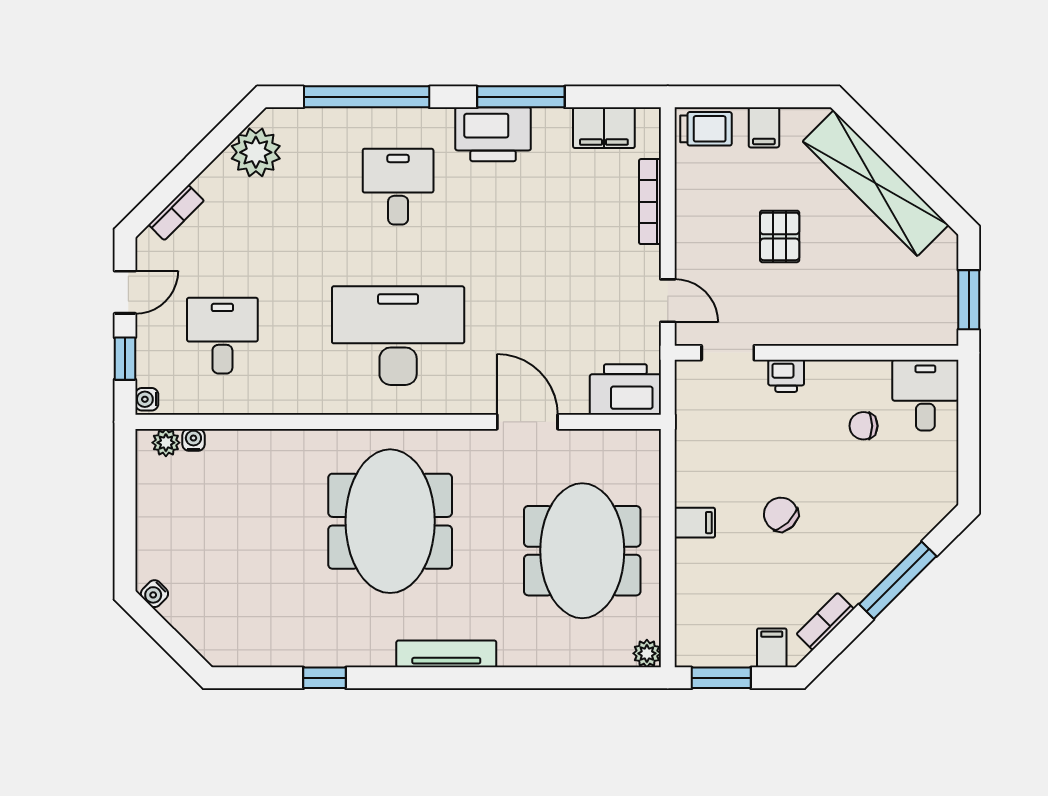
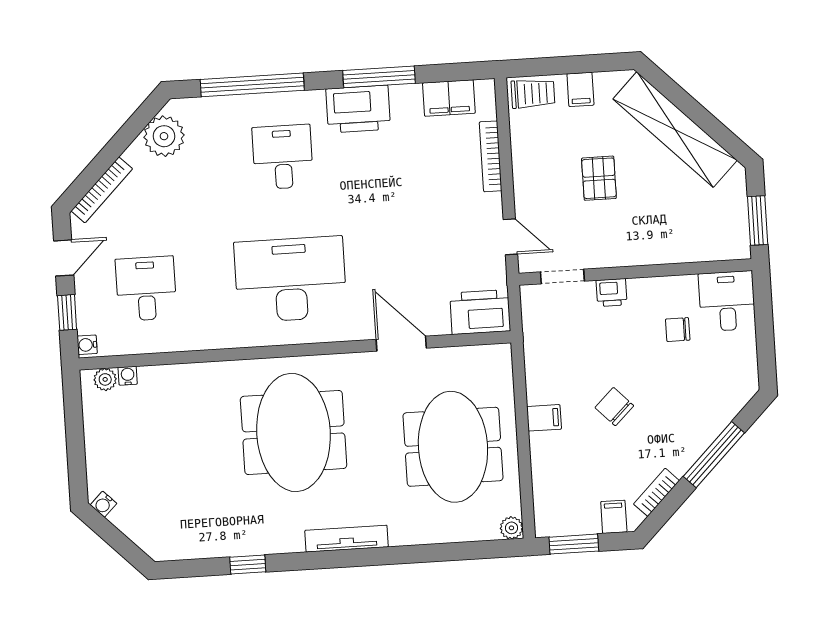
bookcase: (176, 213) -> (102, 190), width x1.56

